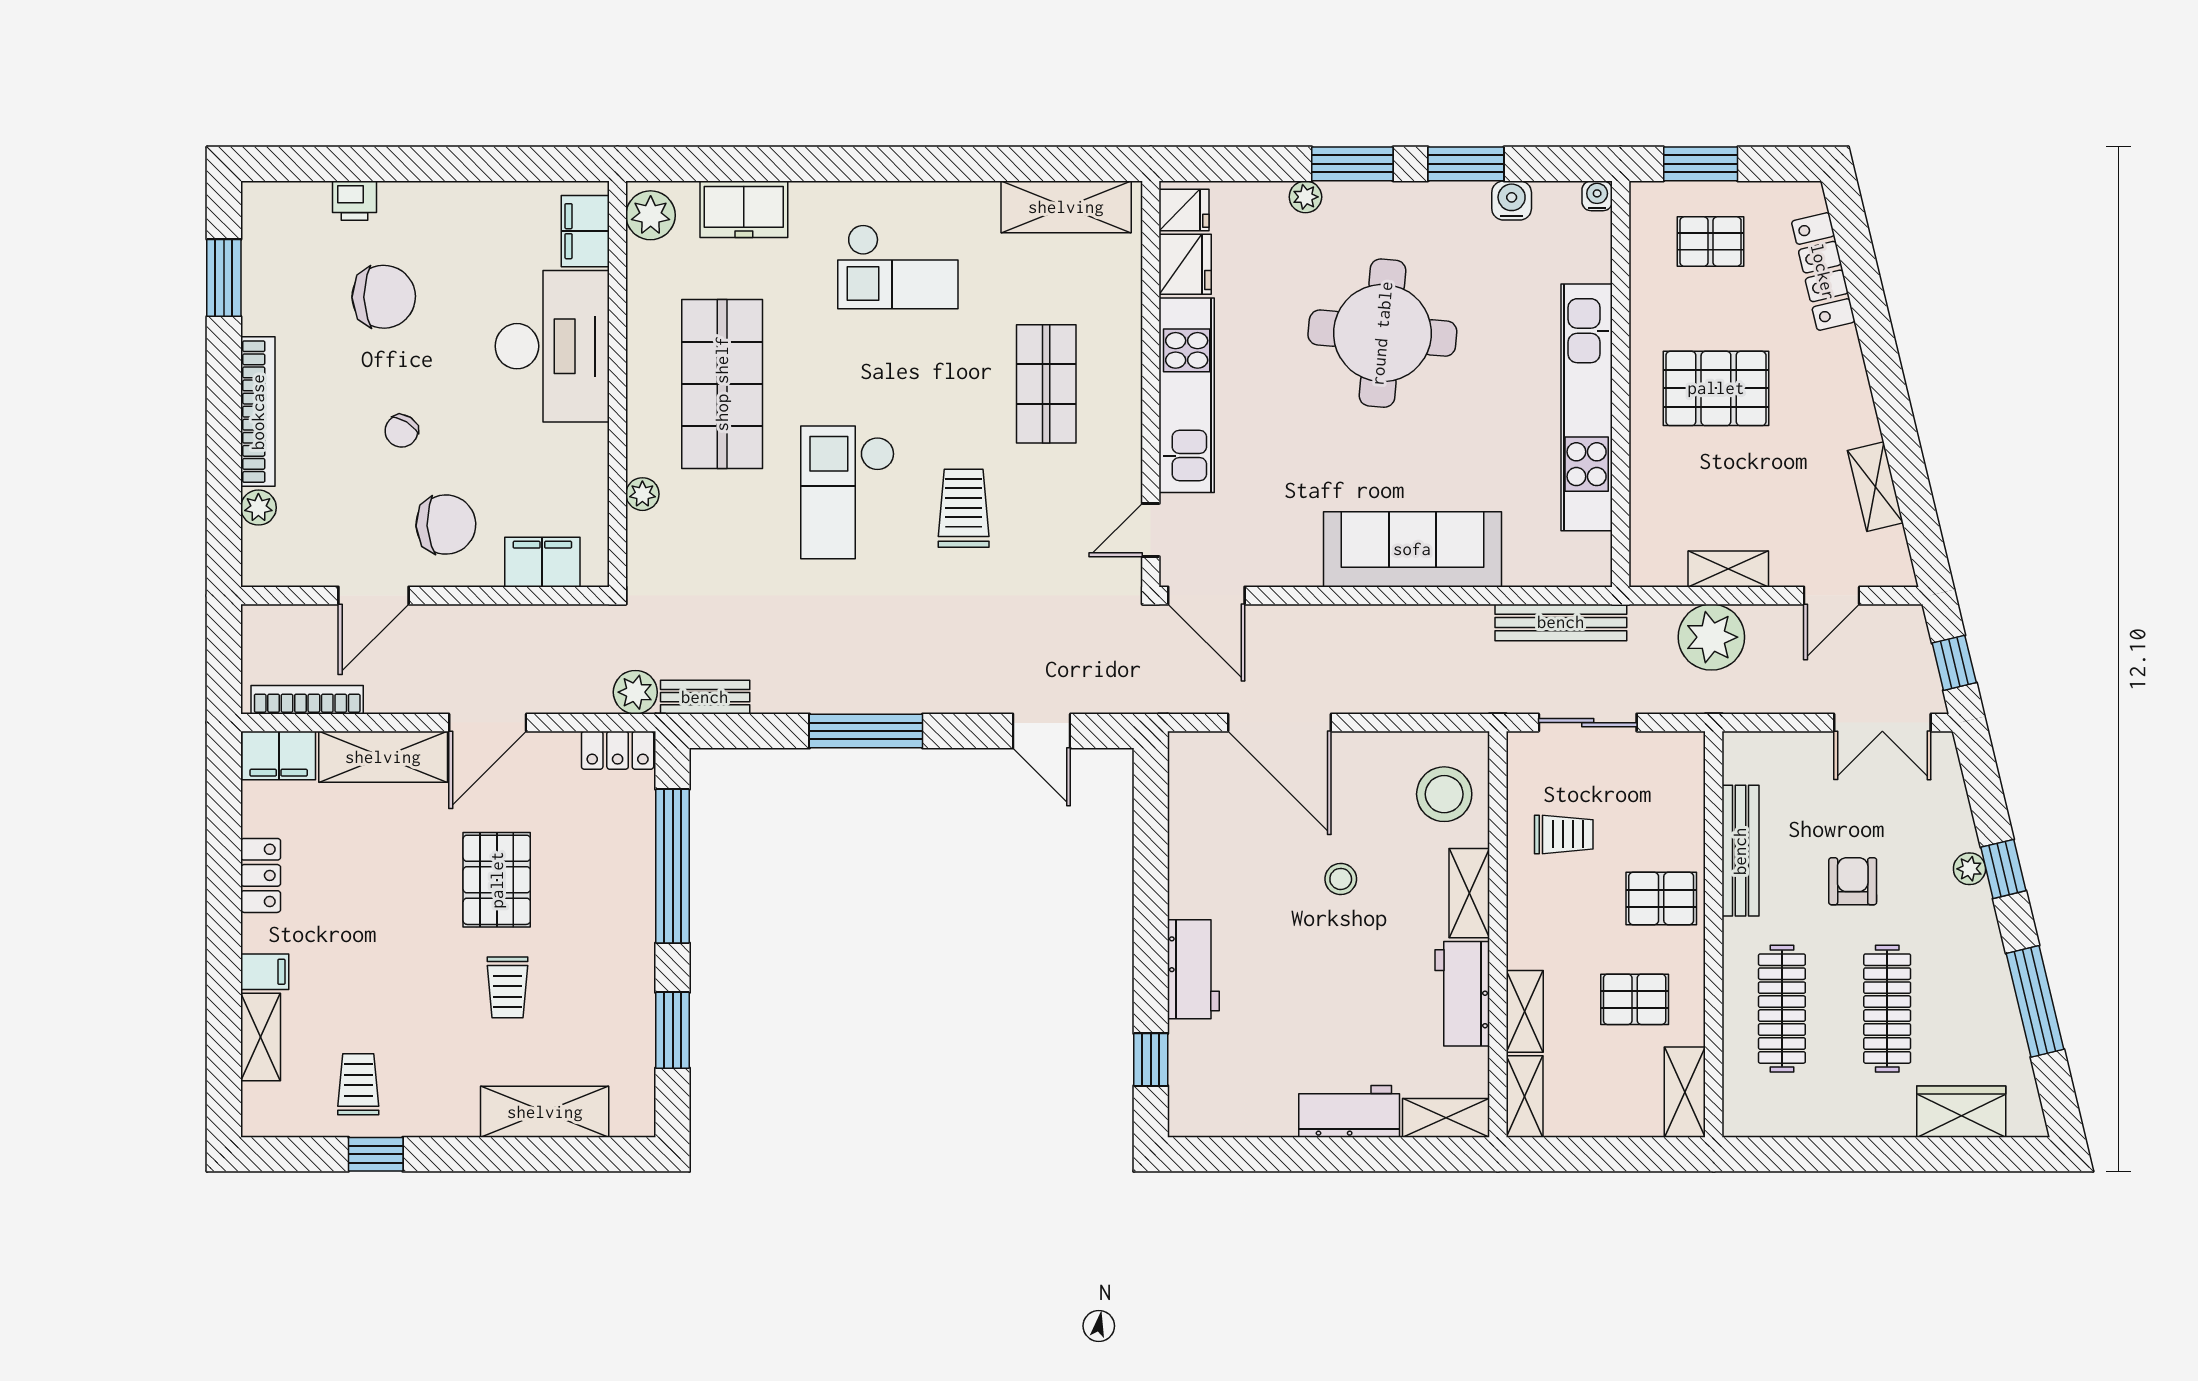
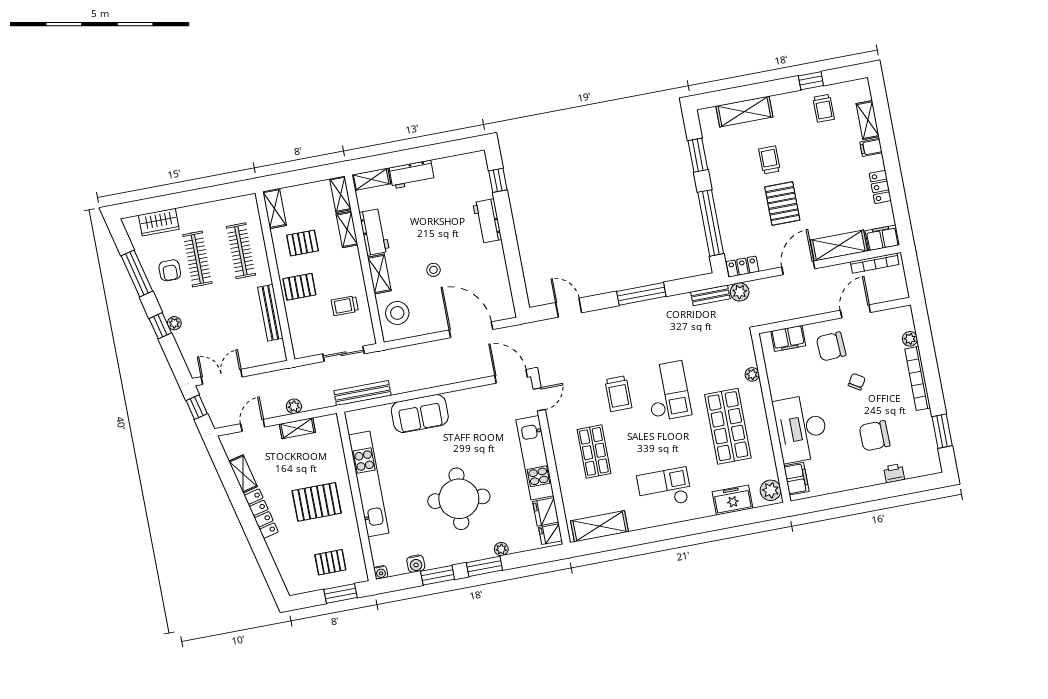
locker: (1823, 272) -> (261, 514), moved
sofa: (1412, 549) -> (420, 414), width x0.73
plant: (1711, 637) -> (294, 406), width x0.53, depth x0.53
armchair: (1853, 881) -> (170, 270), moved

